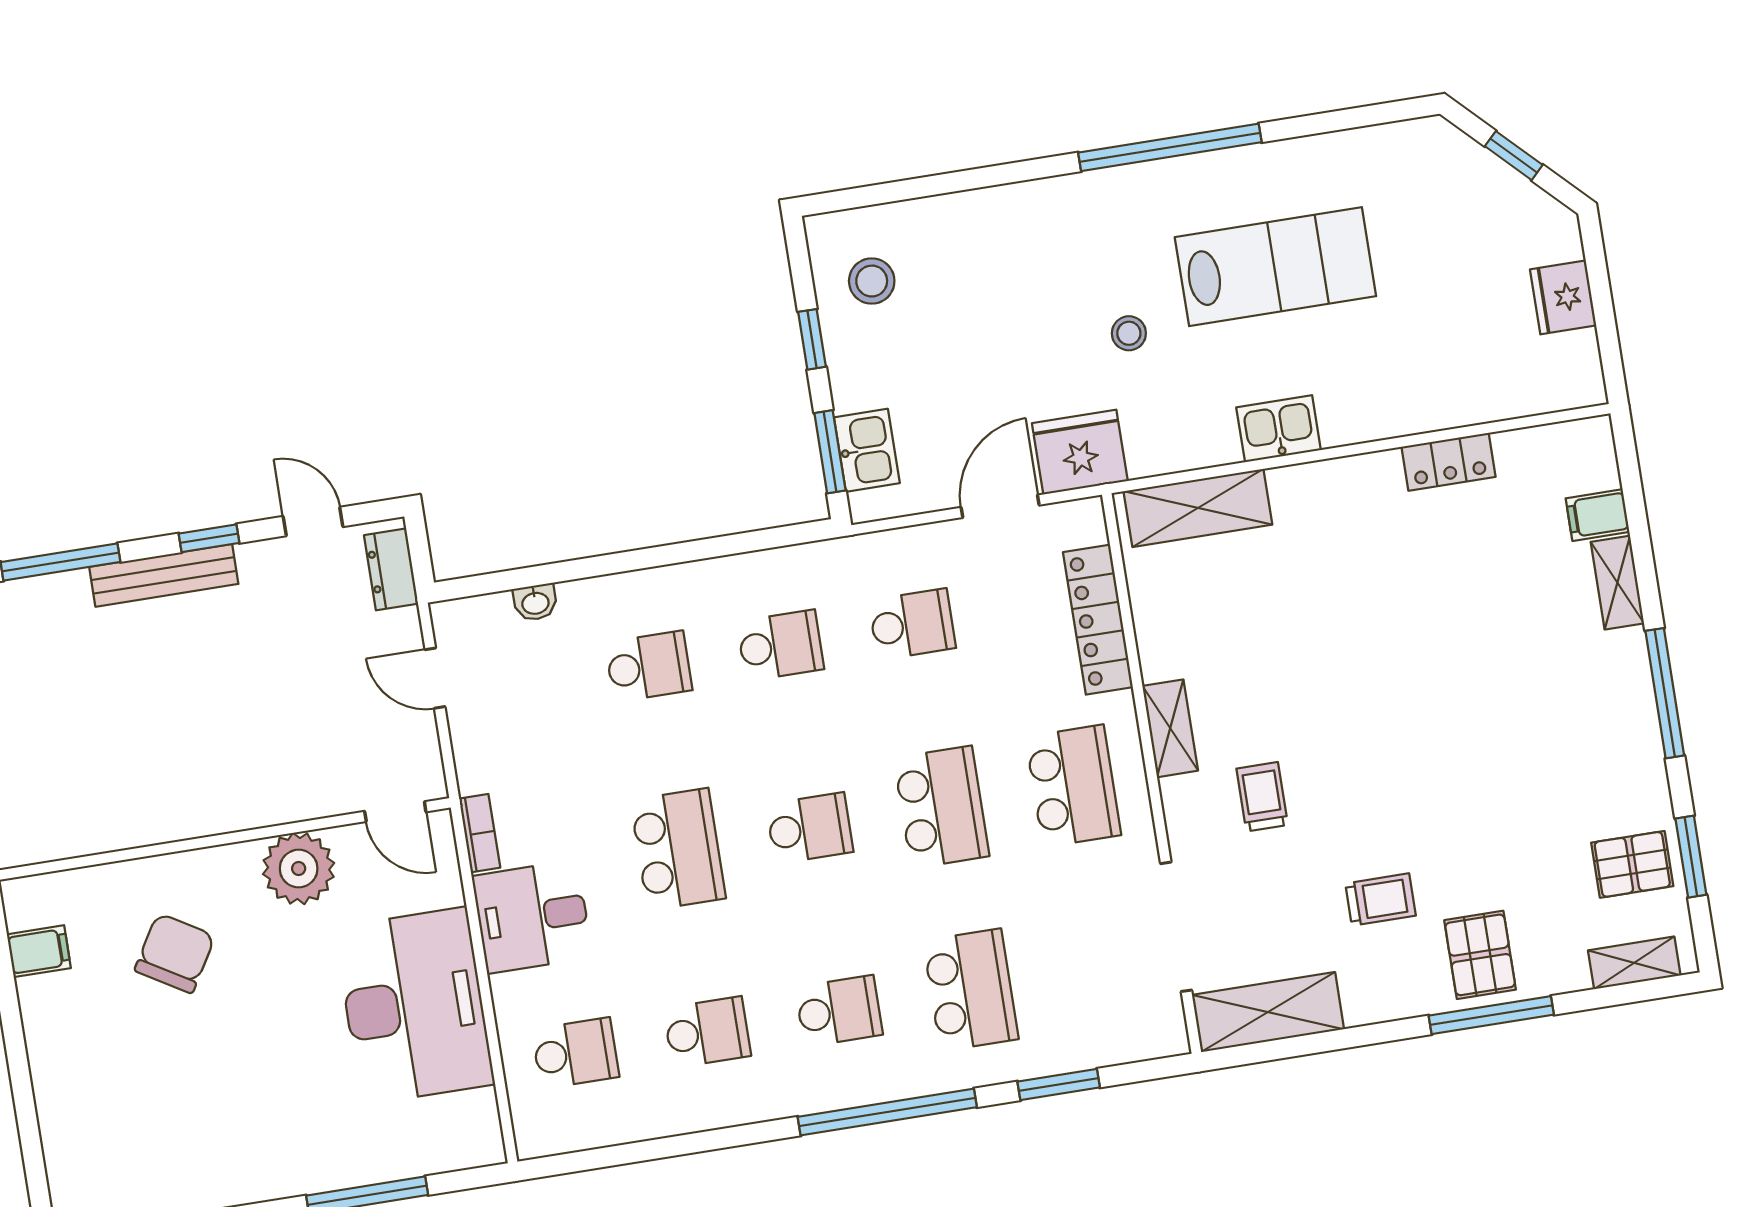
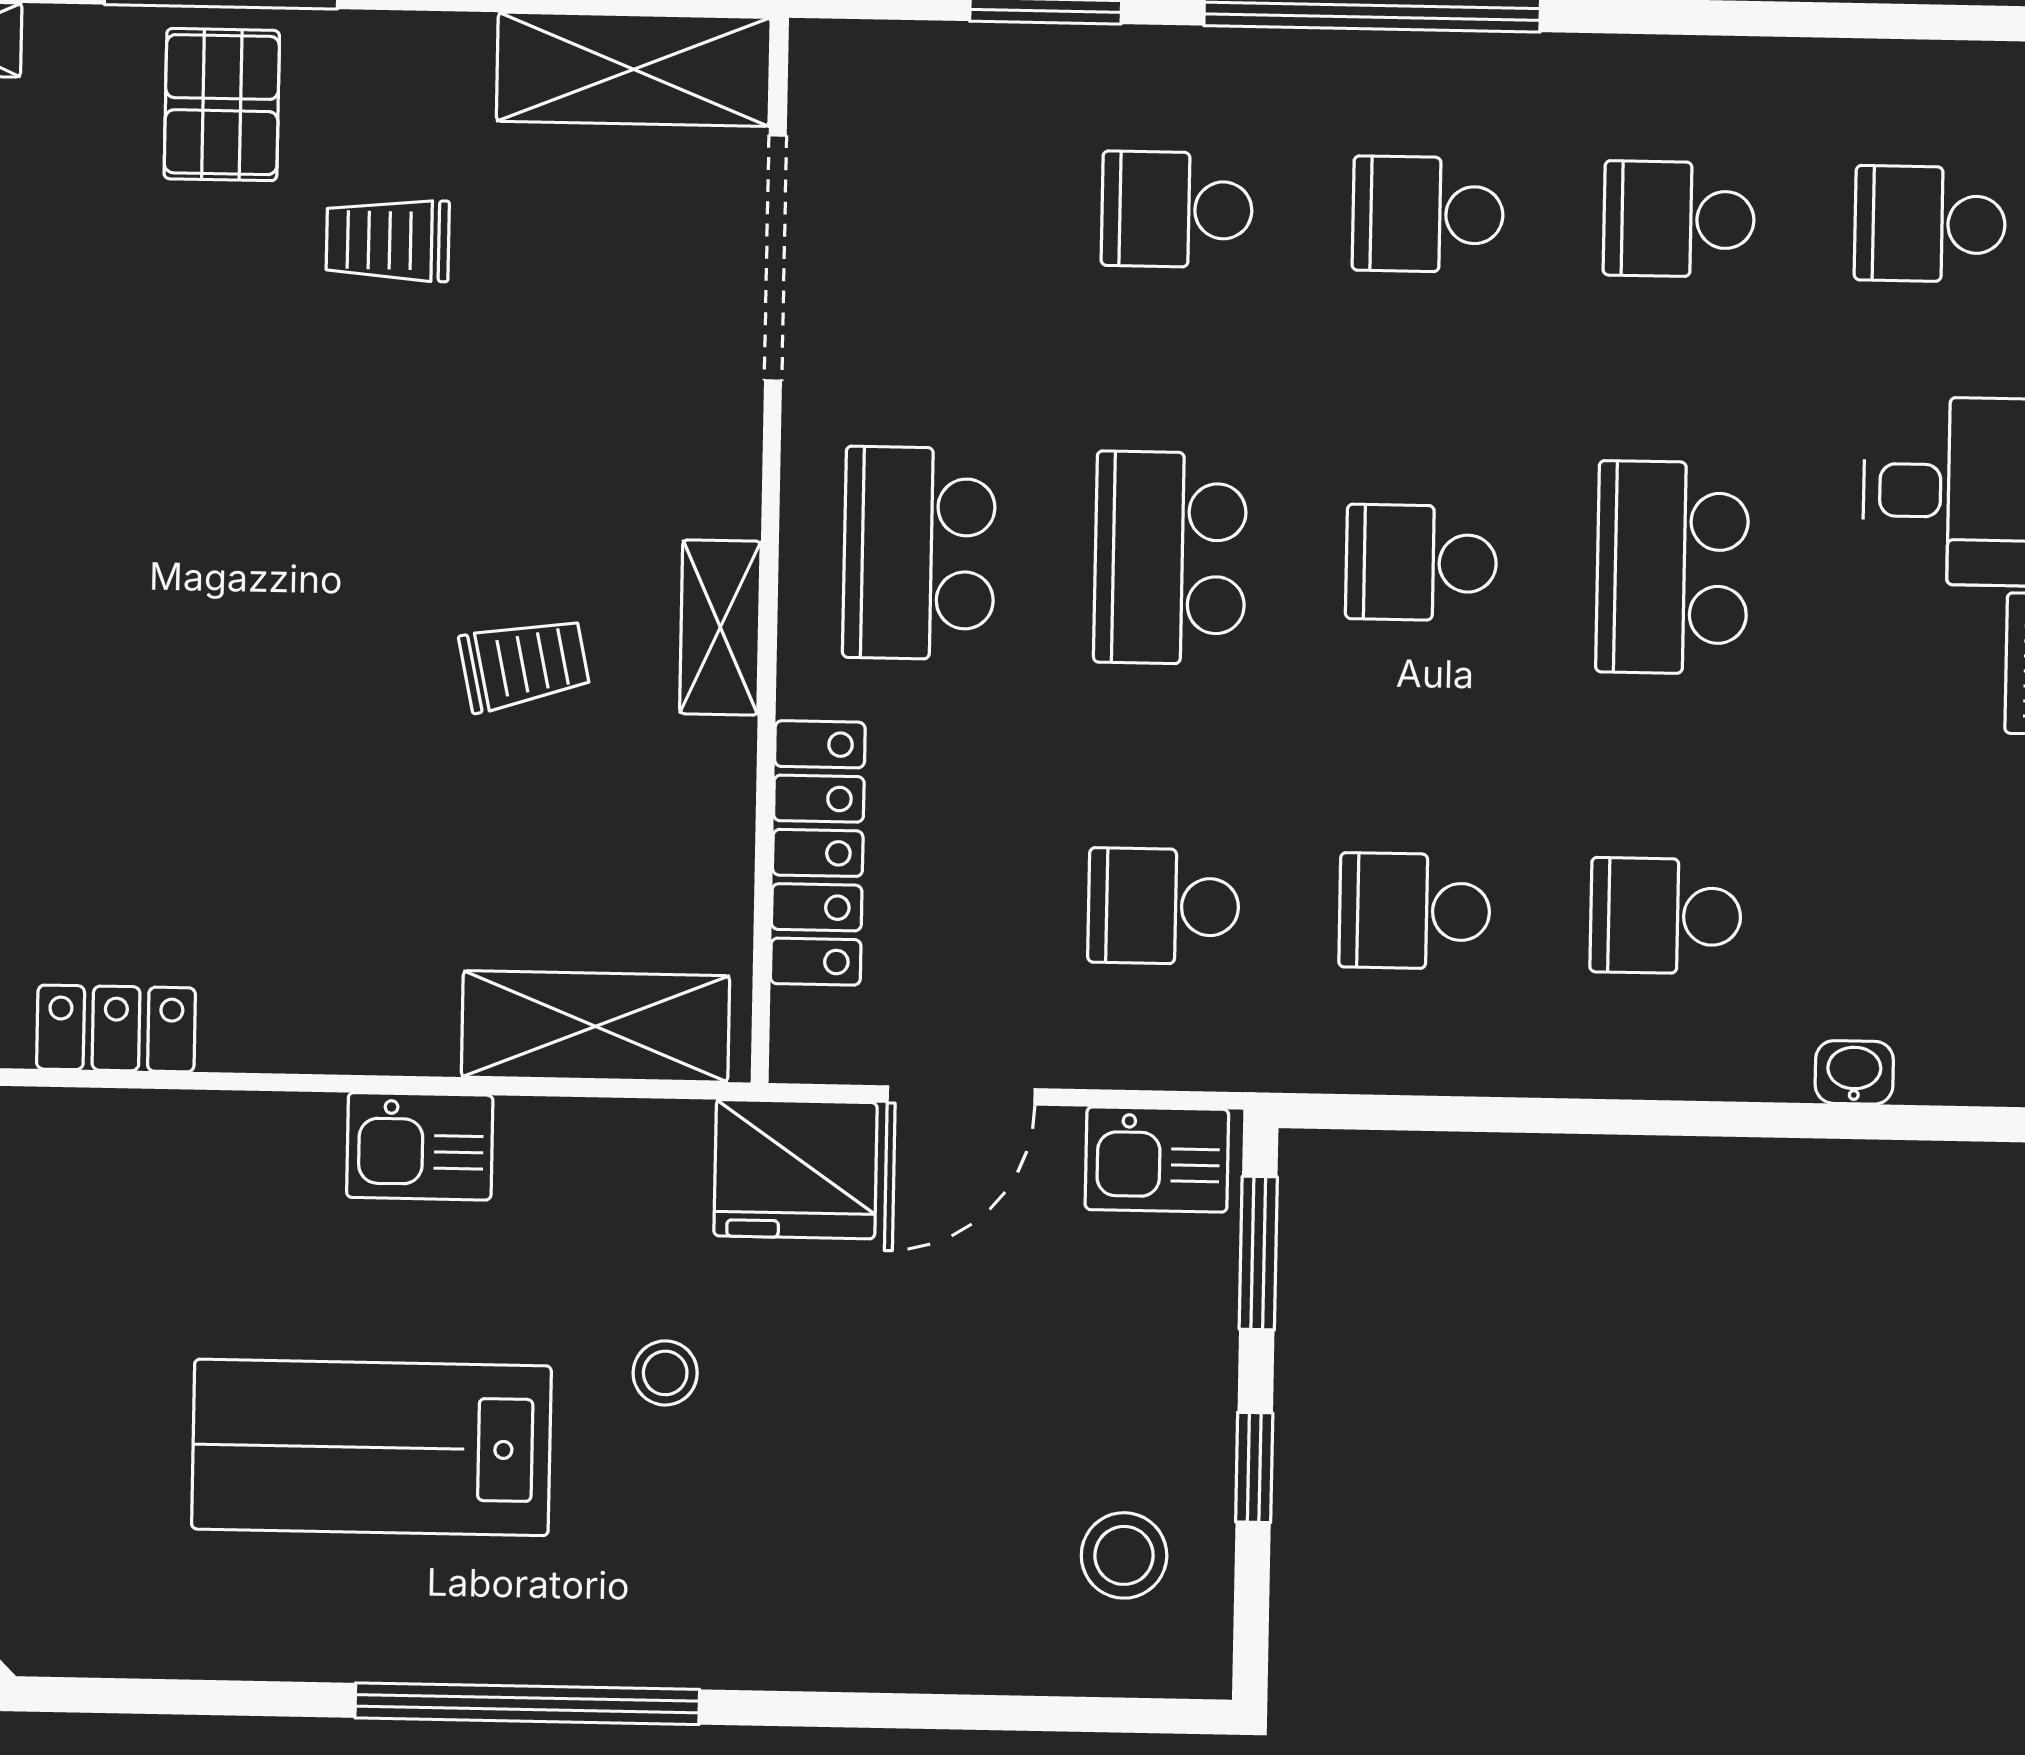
kitchen sink: (867, 450) -> (1157, 1159), moved, turned -90
trolley: (1262, 797) -> (524, 664), moved, turned -102
school desk: (971, 990) -> (1177, 209), width x0.54

